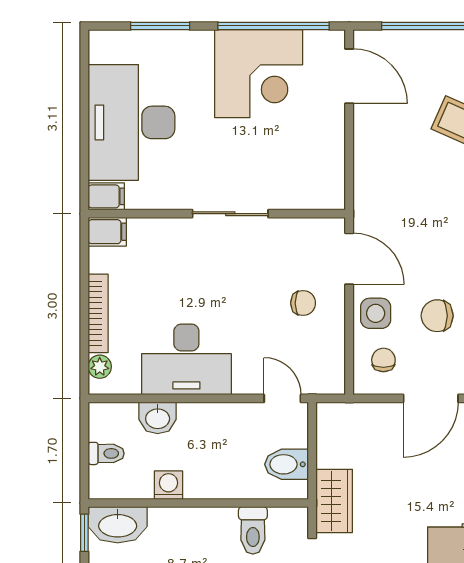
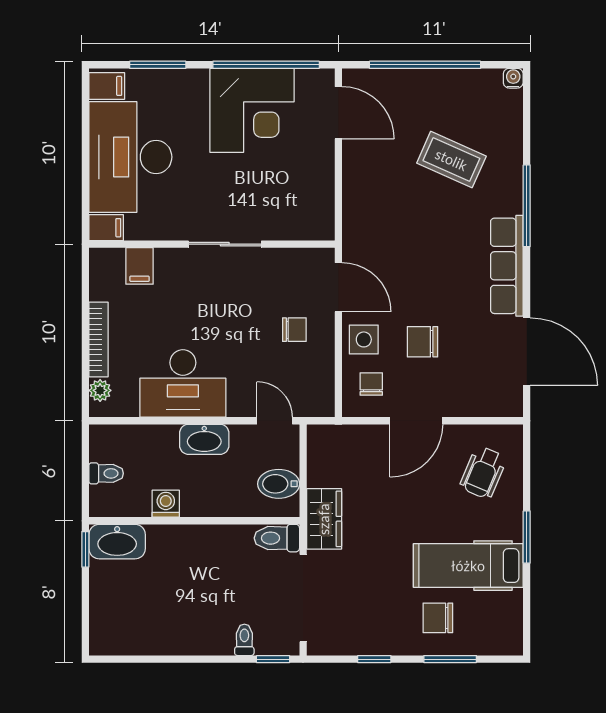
filing cabinet: (107, 48) -> (107, 86), added
filing cabinet: (107, 232) -> (140, 266), moved, turned 90
washbasin: (158, 418) -> (204, 439), moved, width x1.38
toilet: (253, 530) -> (277, 538), moved, turned 90

